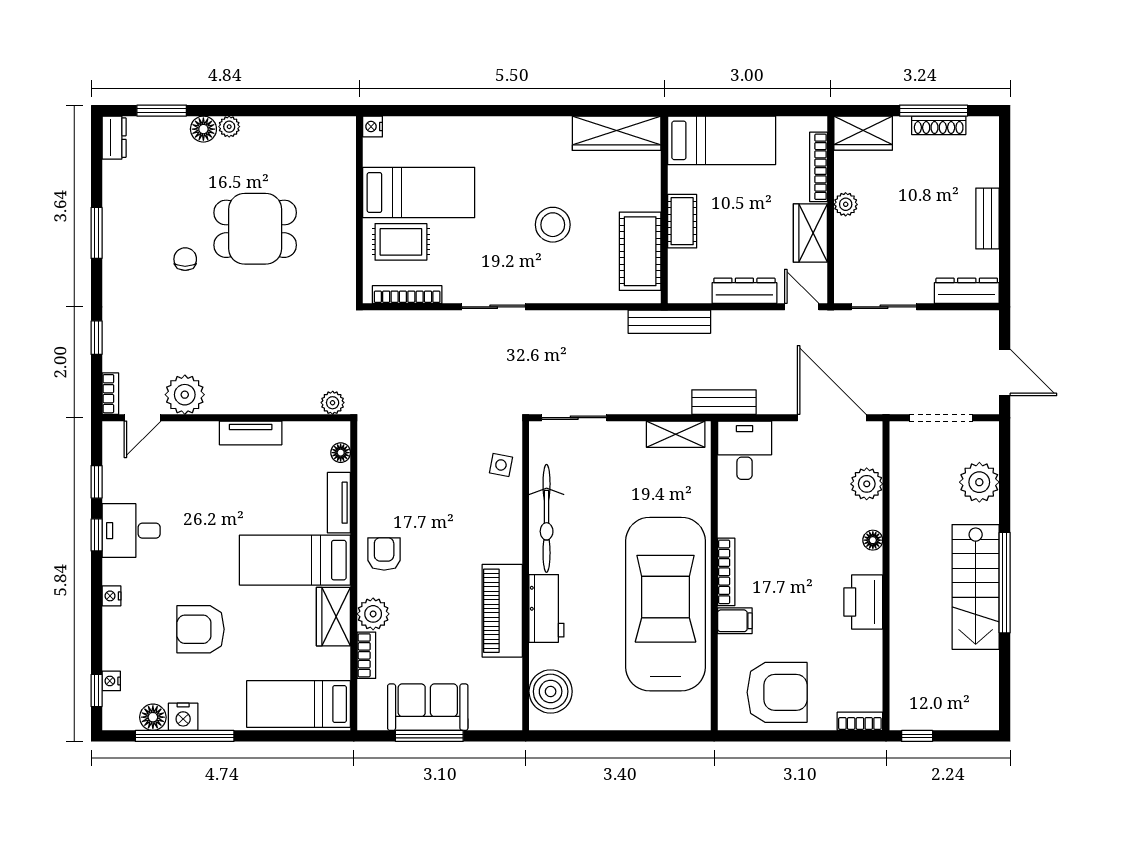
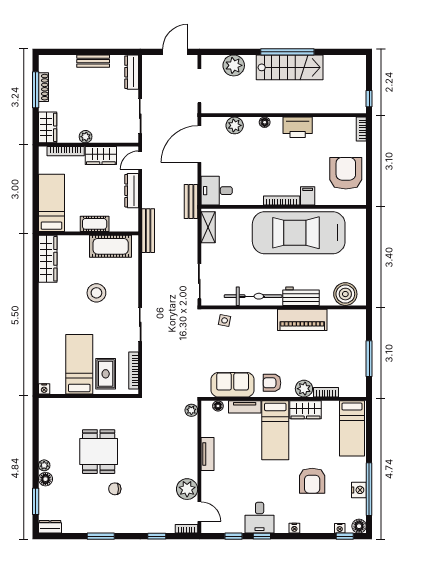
sofa: (428, 707) -> (233, 385), moved, turned 90
floor lamp: (153, 717) -> (359, 526), moved

